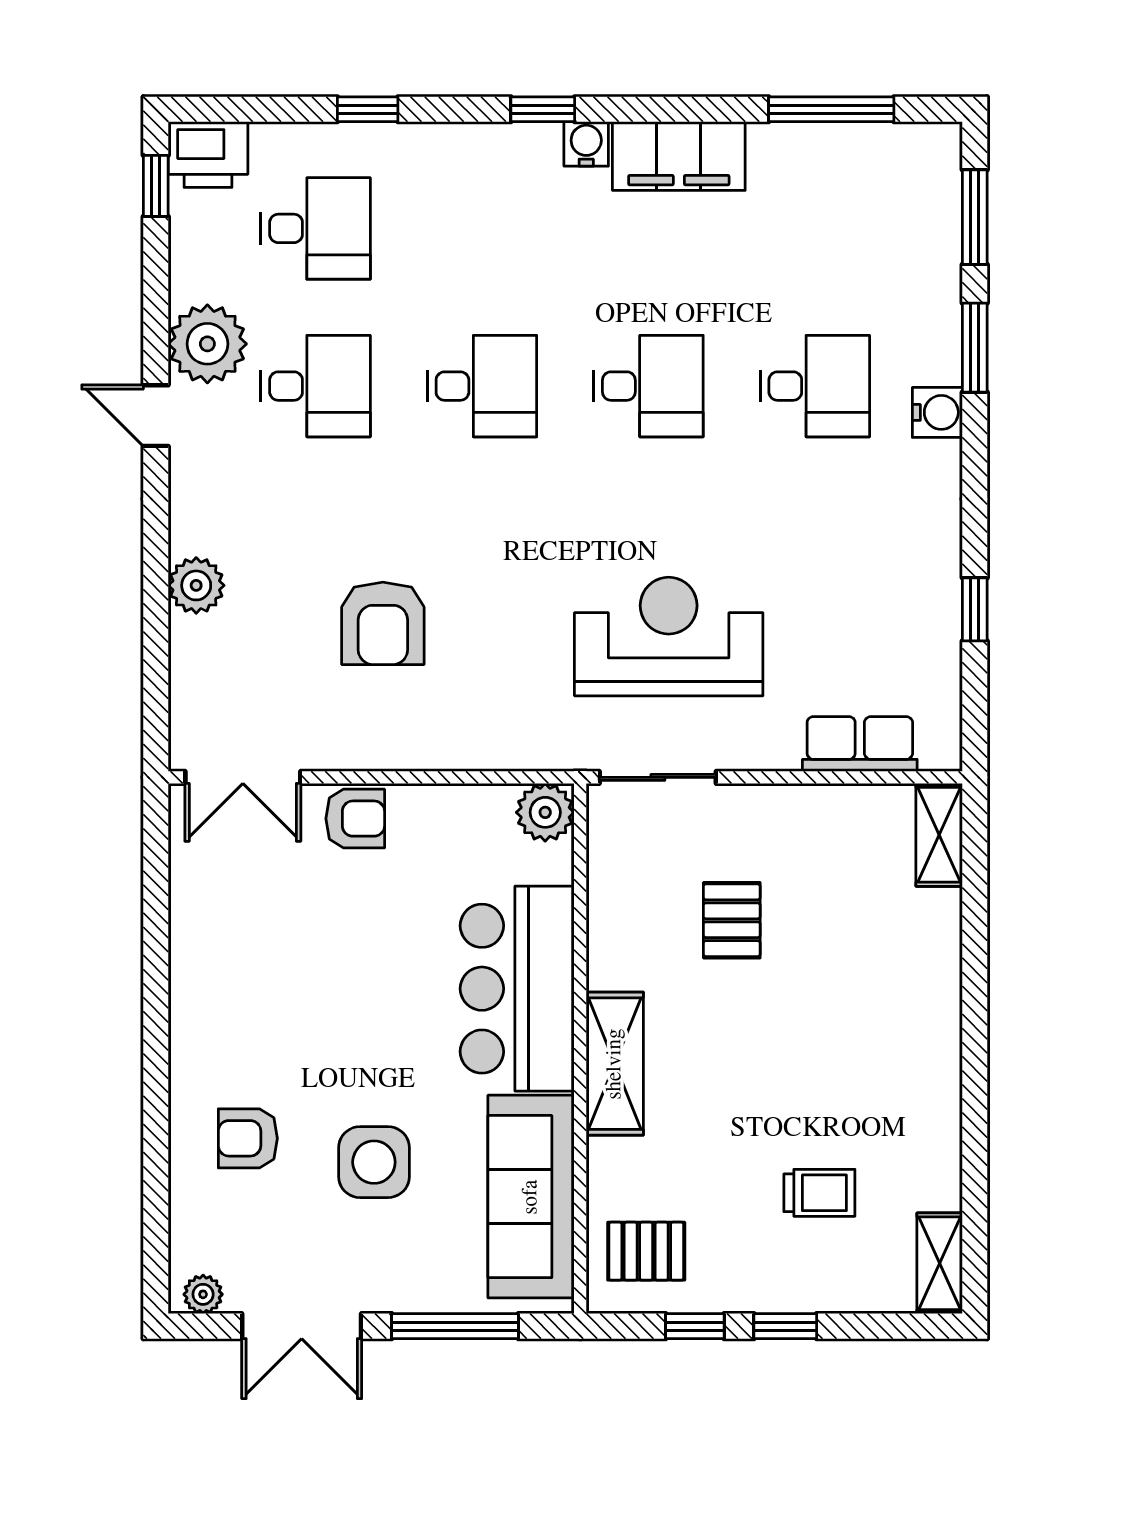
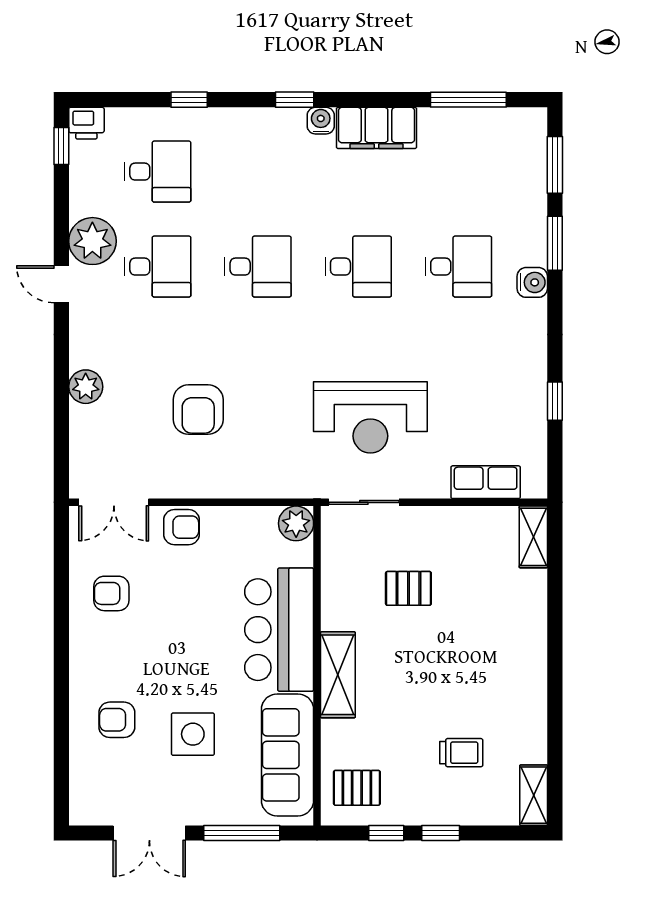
printer: (208, 155) -> (86, 123), width x0.73, depth x0.81
reception desk: (669, 636) -> (370, 417), turned 180
pallet: (732, 920) -> (408, 588), turned 90
armchair: (239, 929) -> (111, 593), added
plant: (203, 1294) -> (90, 814), removed

